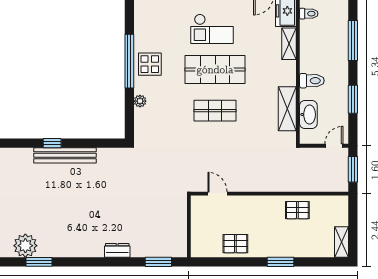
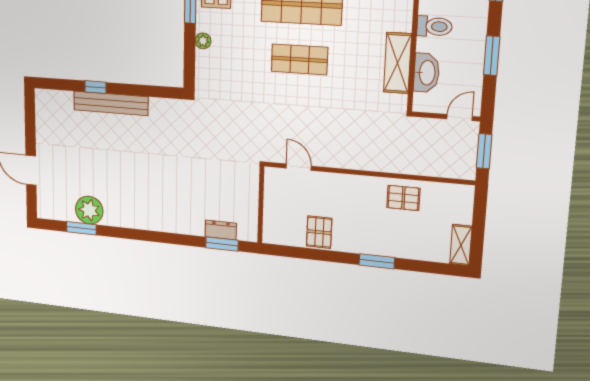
pallet: (235, 244) -> (319, 232), turned 90
plant: (25, 246) -> (89, 210), moved
dresser: (117, 250) -> (221, 230), moved

